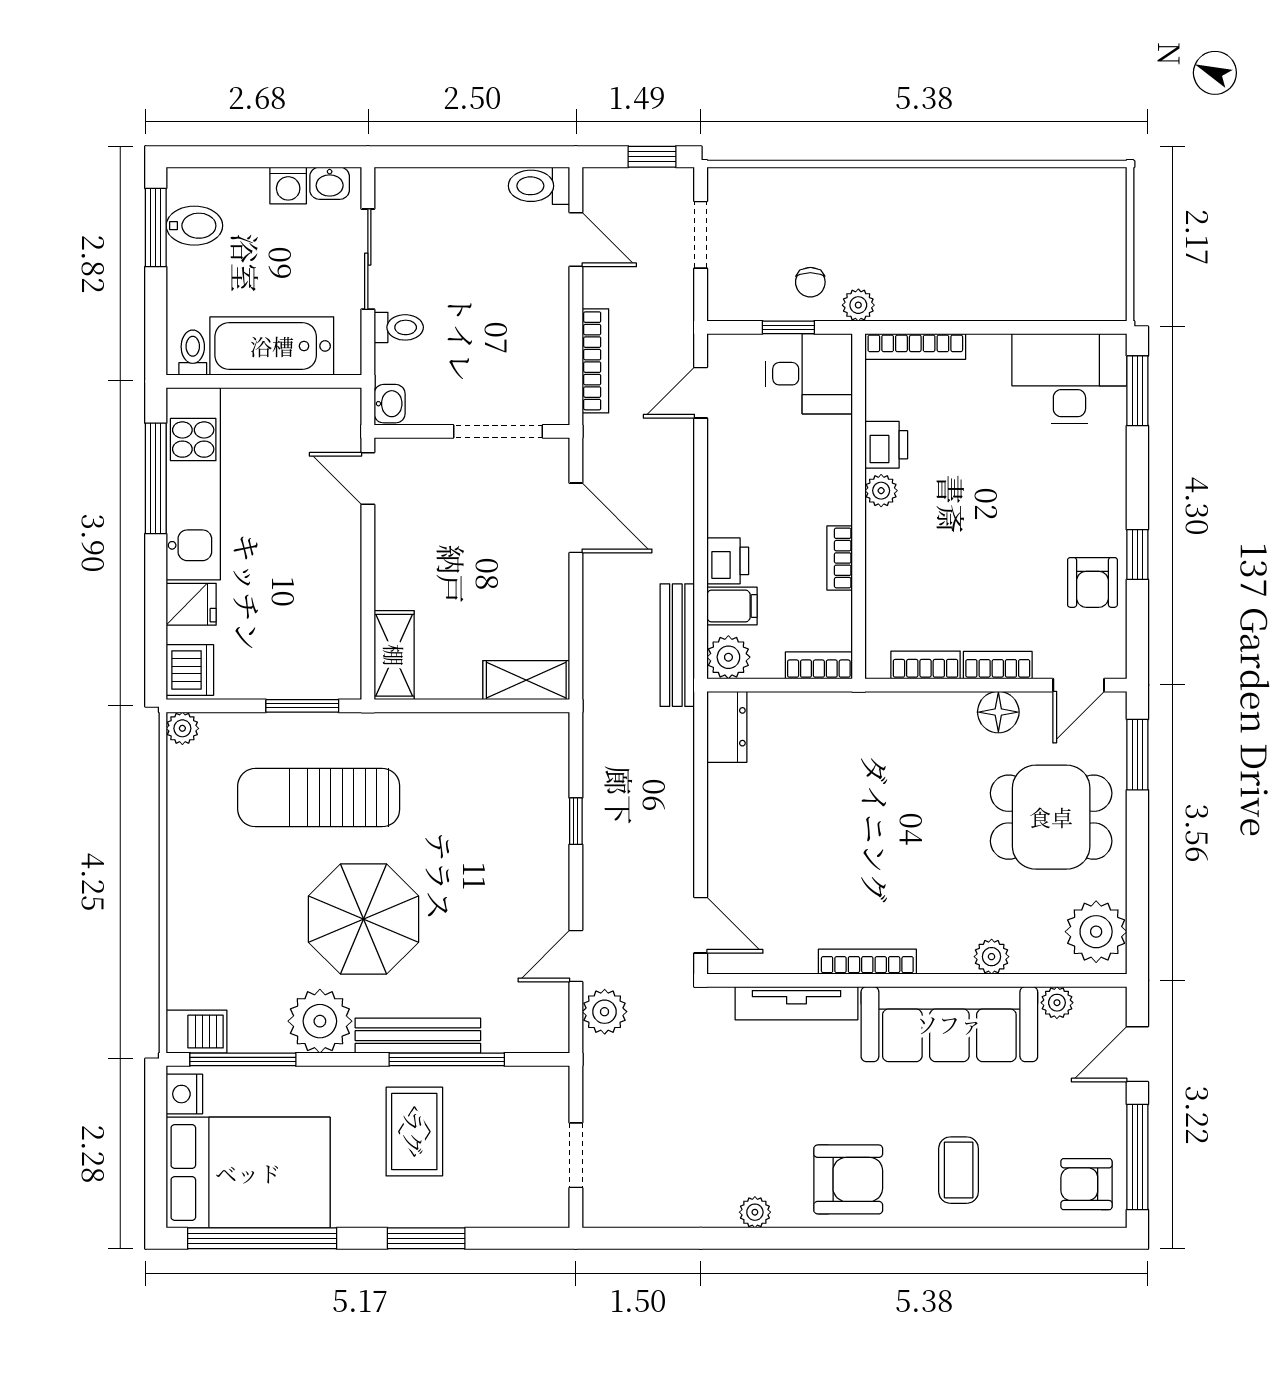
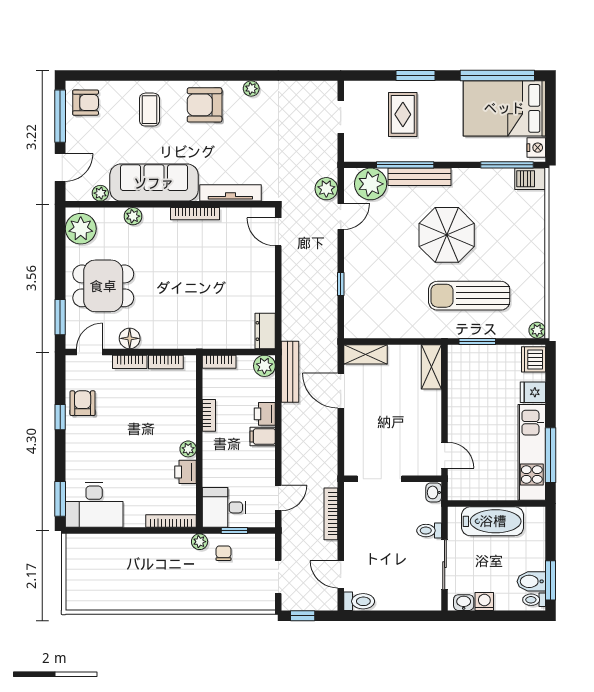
toilet: (193, 353) -> (534, 600), moved, turned 90
door: (576, 518) -> (341, 391), moved
filing cabinet: (732, 606) -> (263, 436), moved
sun lounger: (319, 798) -> (469, 296), turned 180
plant: (320, 1021) -> (371, 184), moved
rug: (414, 1132) -> (403, 114), moved

